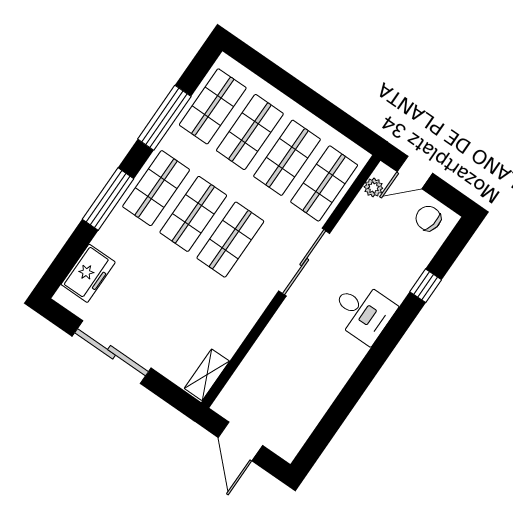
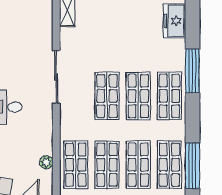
window: (164, 118) -> (192, 166), moved
plant: (373, 187) -> (46, 162), moved
sliding door: (304, 262) -> (56, 77), moved

